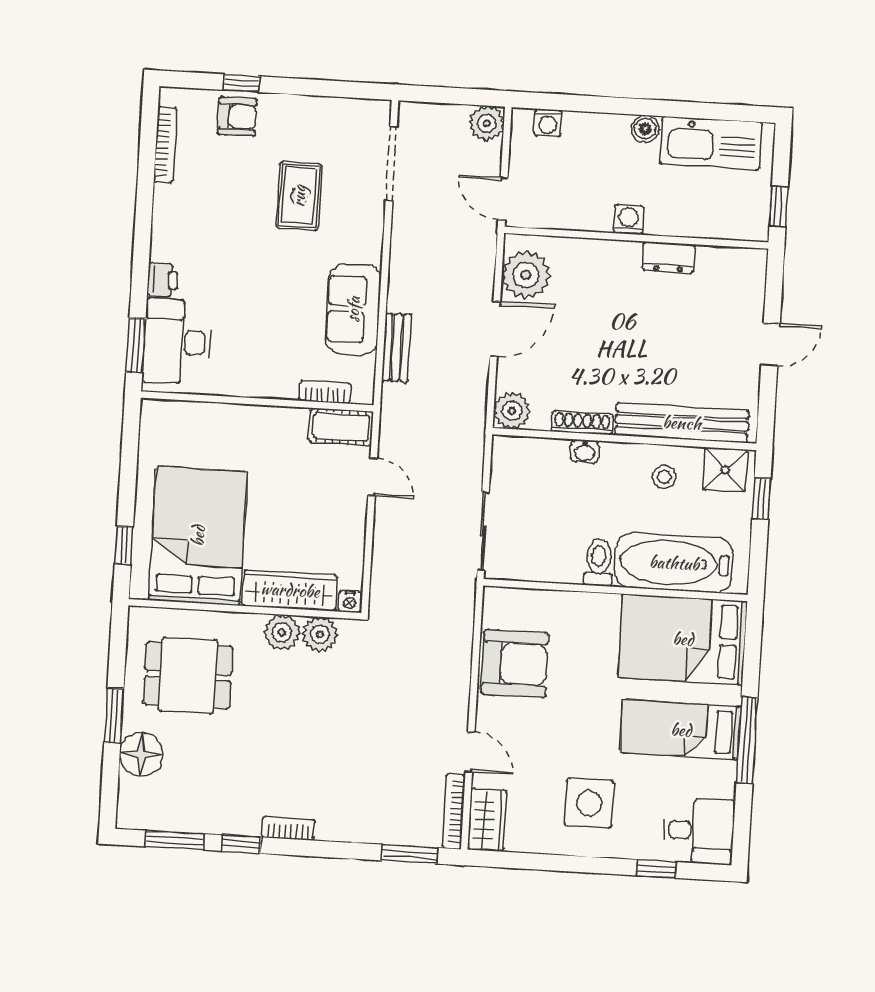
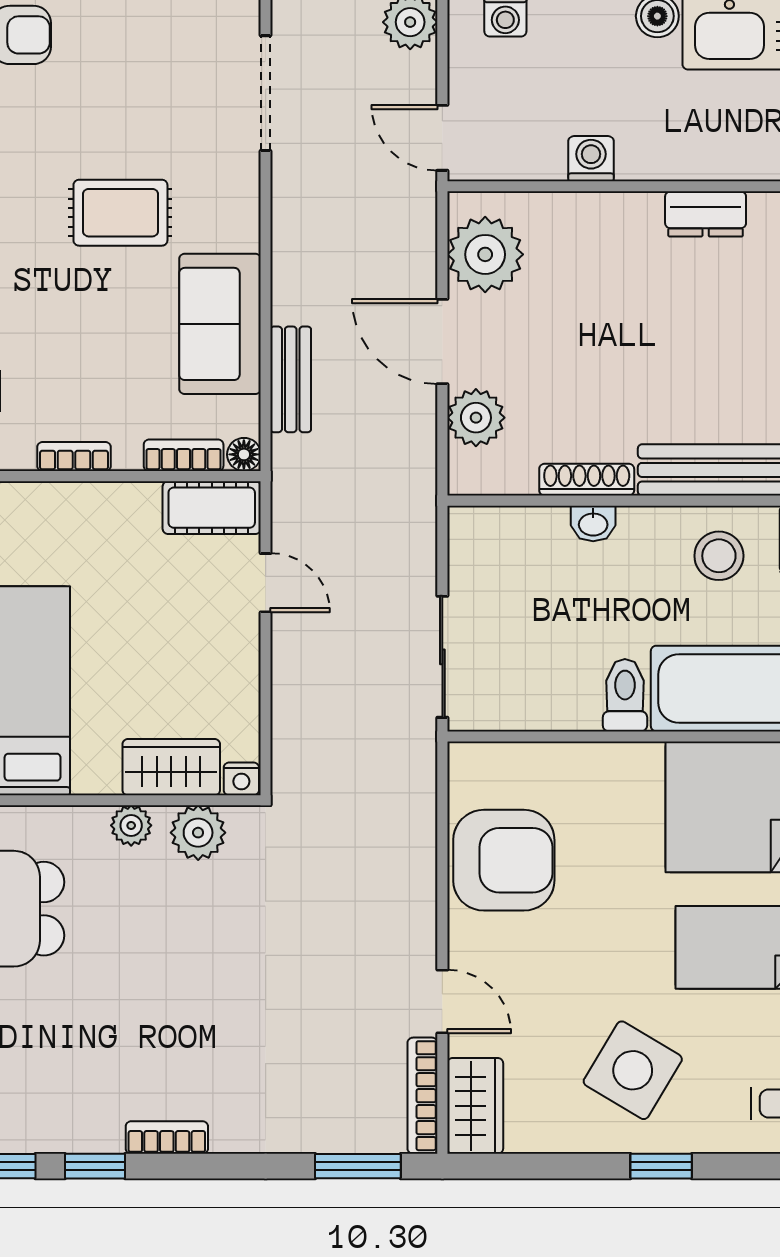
rug: (299, 196) -> (120, 213), moved, turned 90
washing machine: (629, 219) -> (591, 159), moved
door: (495, 329) -> (442, 342), swing flipped
bookcase: (255, 389) -> (74, 457), added
floor lamp: (364, 394) -> (244, 454), added
plant: (512, 411) -> (476, 418), moved
stool: (664, 477) -> (719, 556), width x1.37, depth x1.37
wardrobe: (290, 590) -> (171, 767), width x0.67
plant: (282, 632) -> (131, 825), width x0.73, depth x0.73
side table: (589, 803) -> (633, 1070), turned 31
window: (656, 869) -> (661, 1166), moved

